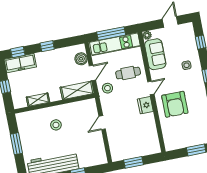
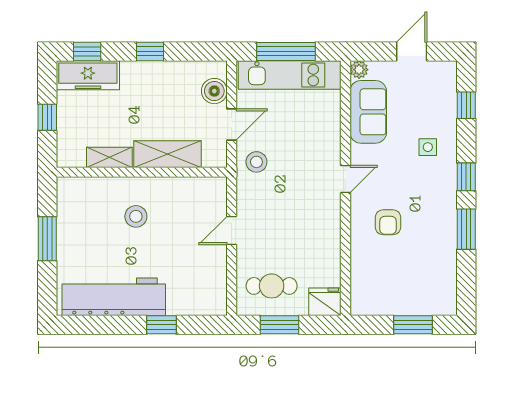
cafe table: (128, 73) -> (272, 286), moved
shelving: (77, 90) -> (168, 154), moved
armchair: (175, 104) -> (388, 222), width x0.53, depth x0.53
fridge: (145, 105) -> (325, 302), moved, turned 90

